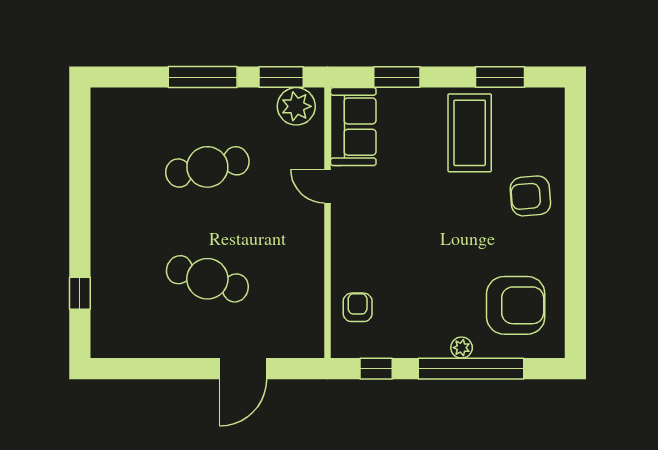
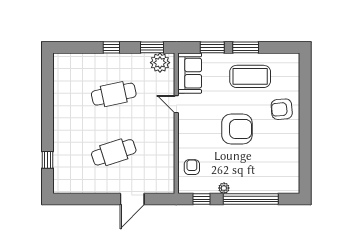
window: (203, 77) -> (111, 47), width x0.46
window: (500, 77) -> (246, 47), moved
coffee table: (470, 133) -> (250, 76), turned 90
cafe table: (207, 279) -> (114, 152), turned -36
armchair: (516, 305) -> (237, 129), moved
plant: (462, 348) -> (224, 188), moved

